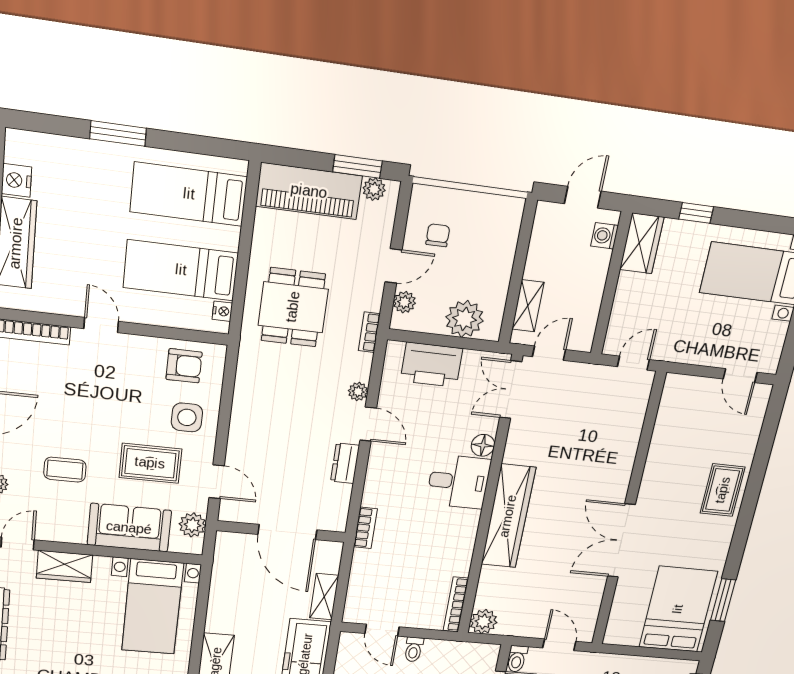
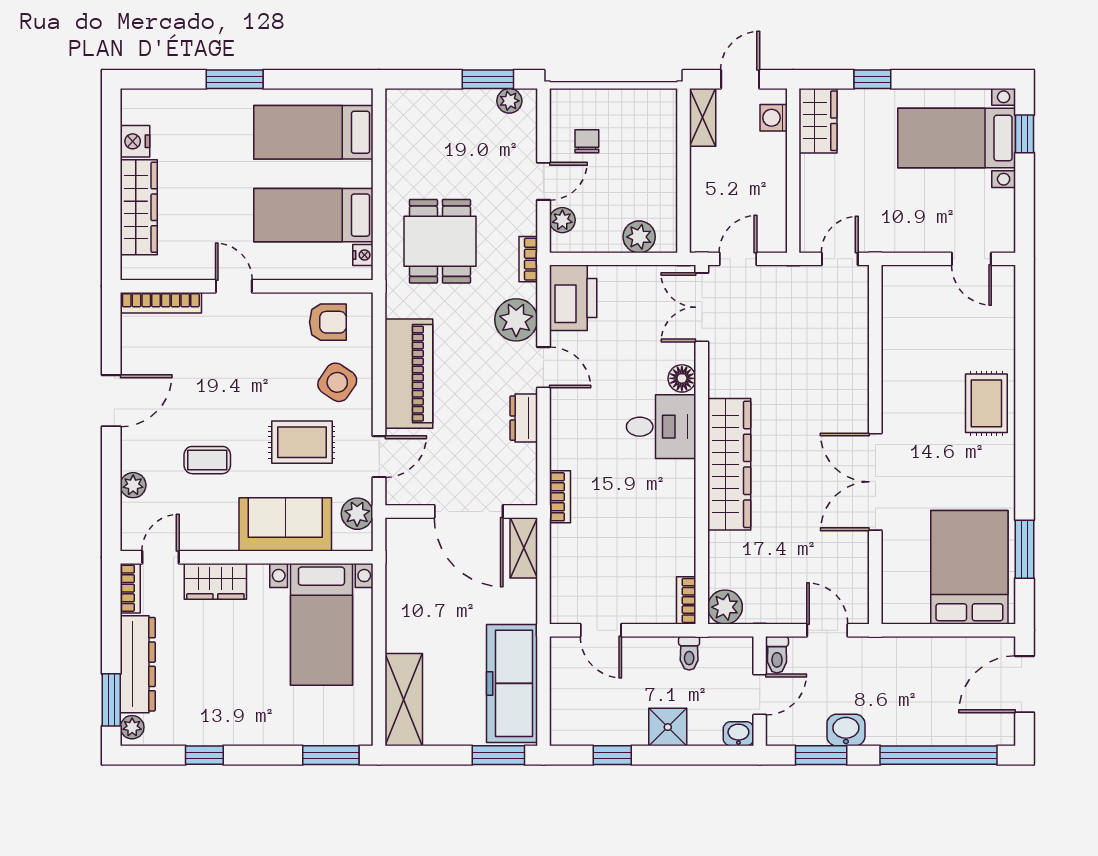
piano: (309, 191) -> (409, 374), moved, turned -90
shelving: (528, 306) -> (703, 117), moved
plant: (465, 319) -> (639, 237), width x0.73, depth x0.73
printer: (431, 365) -> (573, 298), moved, turned -90
plant: (358, 392) -> (516, 320), width x1.88, depth x1.88
side table: (187, 417) -> (337, 382), turned 34
door: (217, 482) -> (379, 457), hinge flipped
shelving: (324, 597) -> (524, 548), moved
bookcase: (456, 604) -> (686, 600), width x0.64
toilet: (414, 649) -> (689, 653), moved

